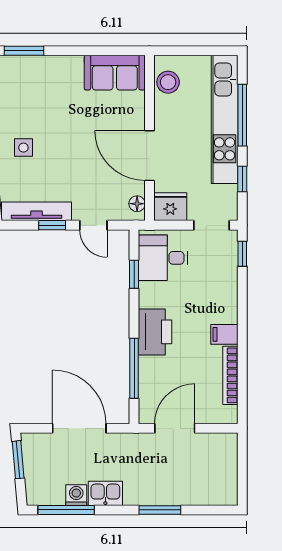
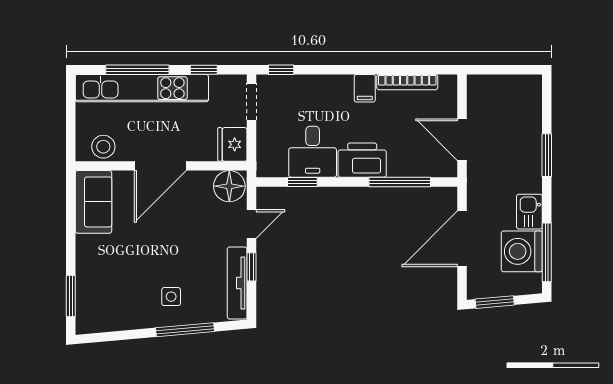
door: (149, 156) -> (160, 166), moved
floor lamp: (137, 204) -> (229, 186), width x1.89, depth x1.89
desk: (163, 258) -> (313, 152), moved
washing machine: (76, 495) -> (522, 251), width x1.89, depth x1.89

